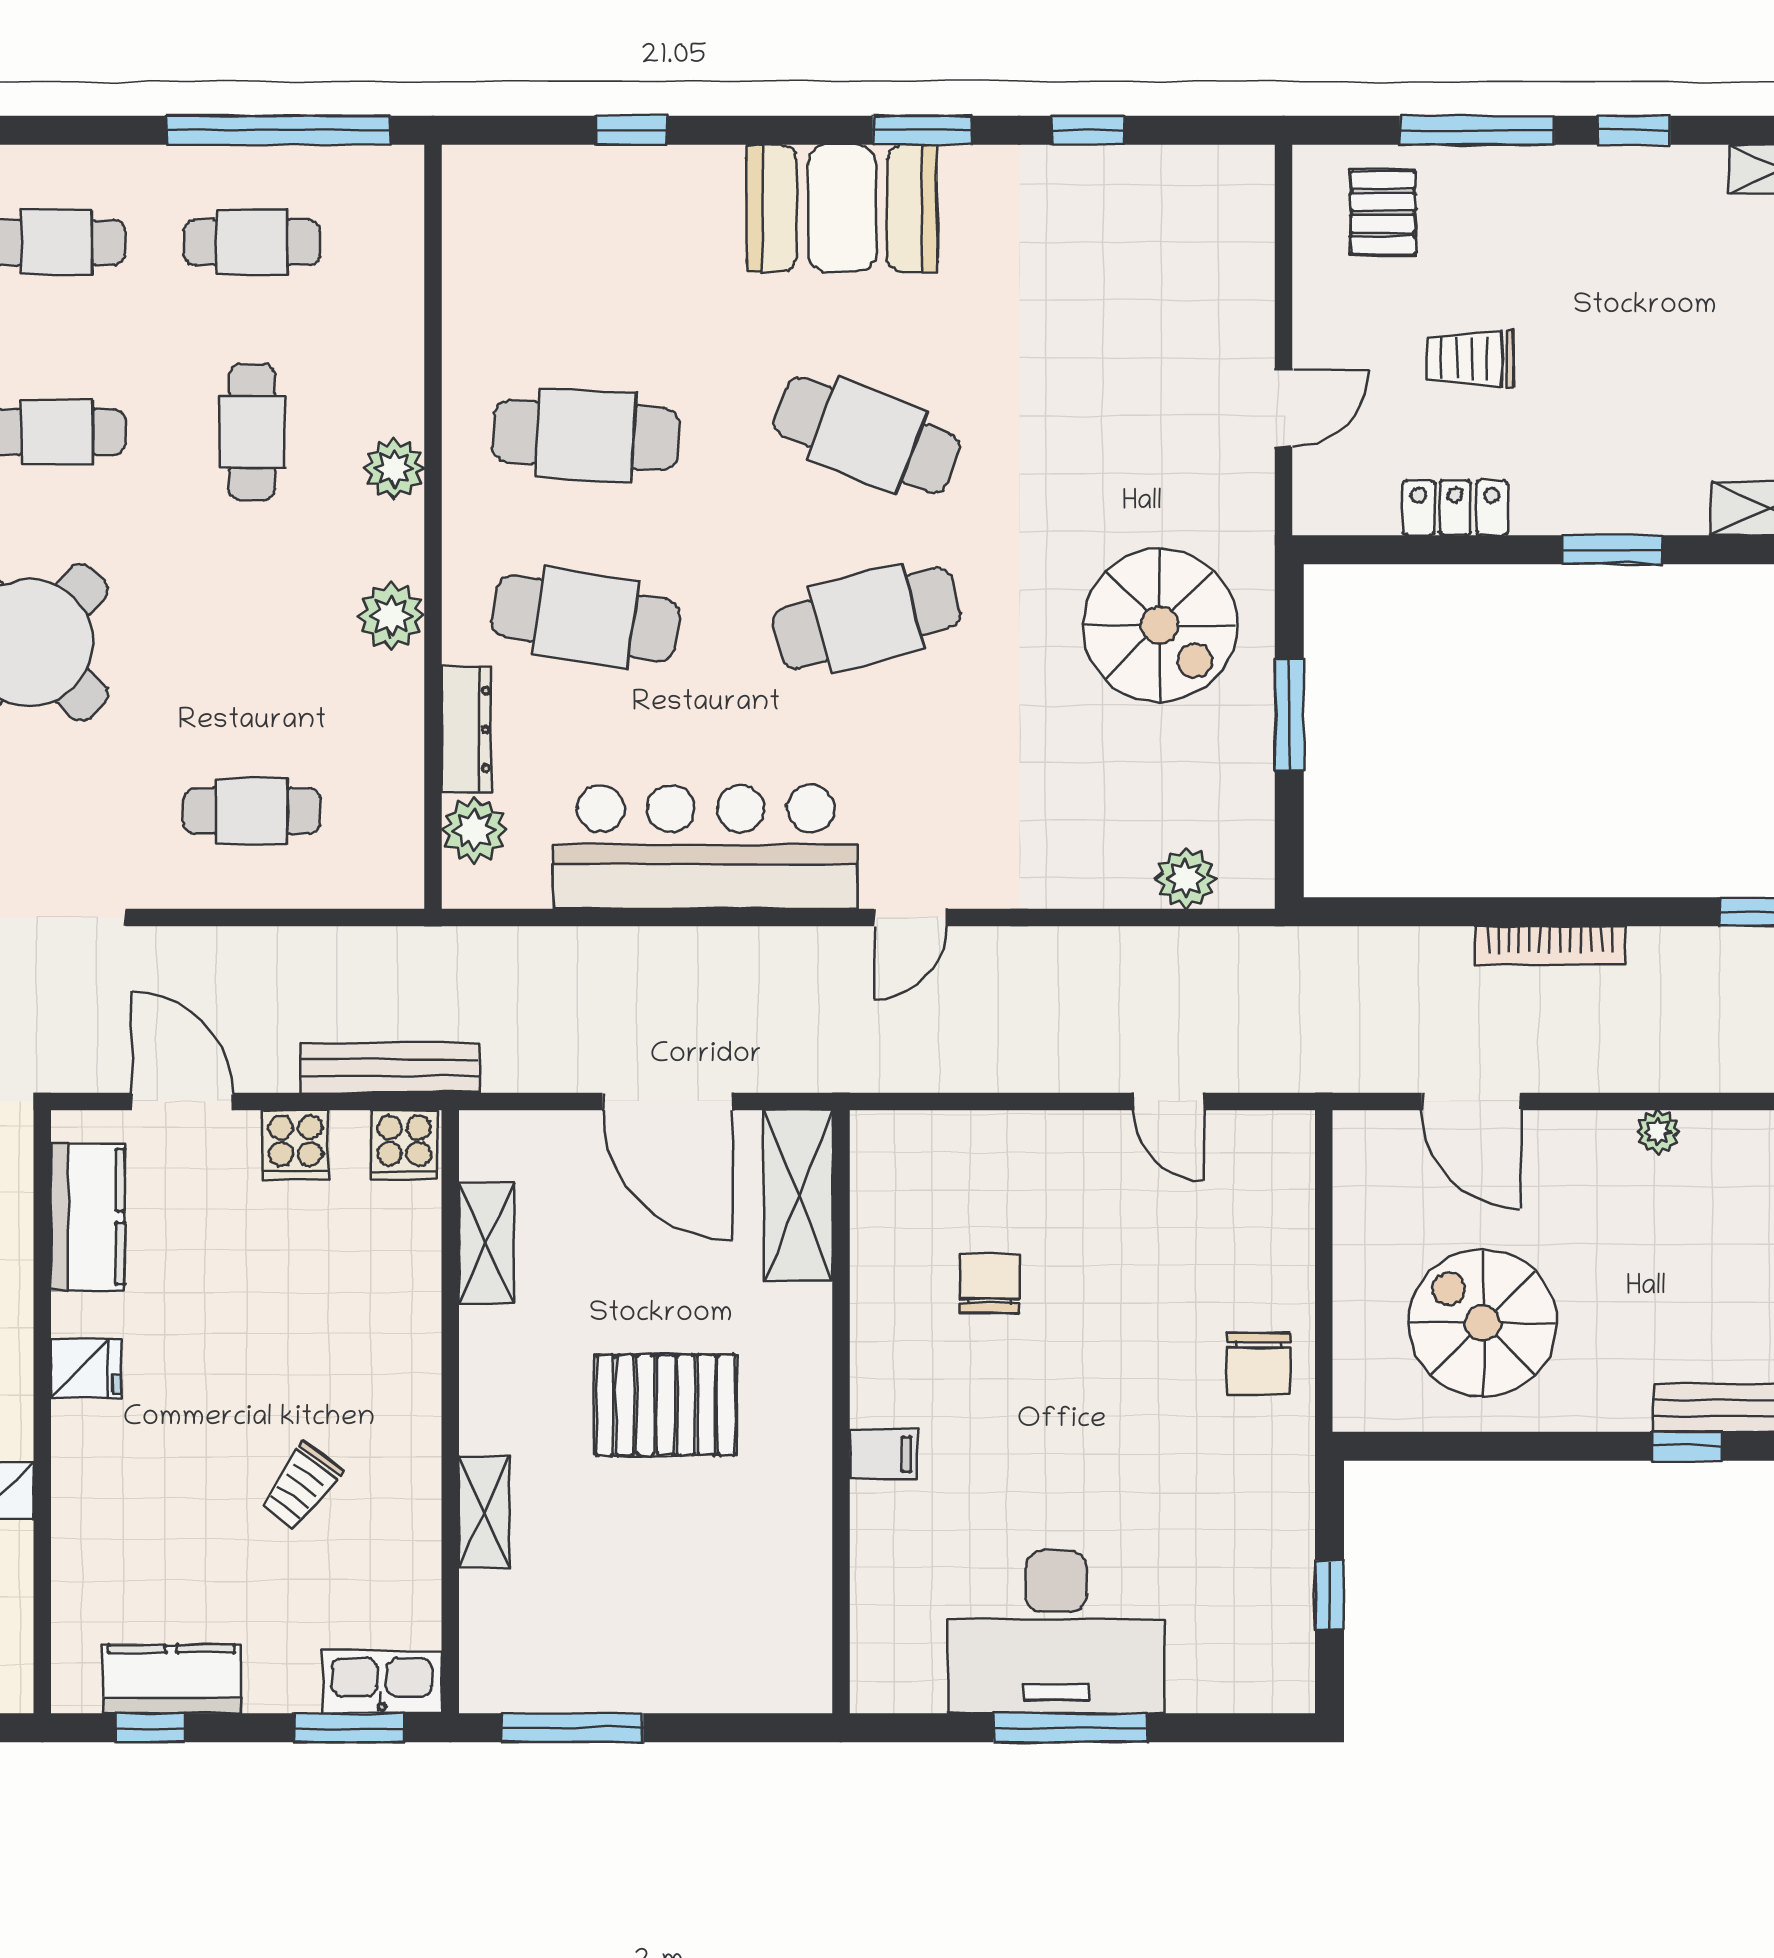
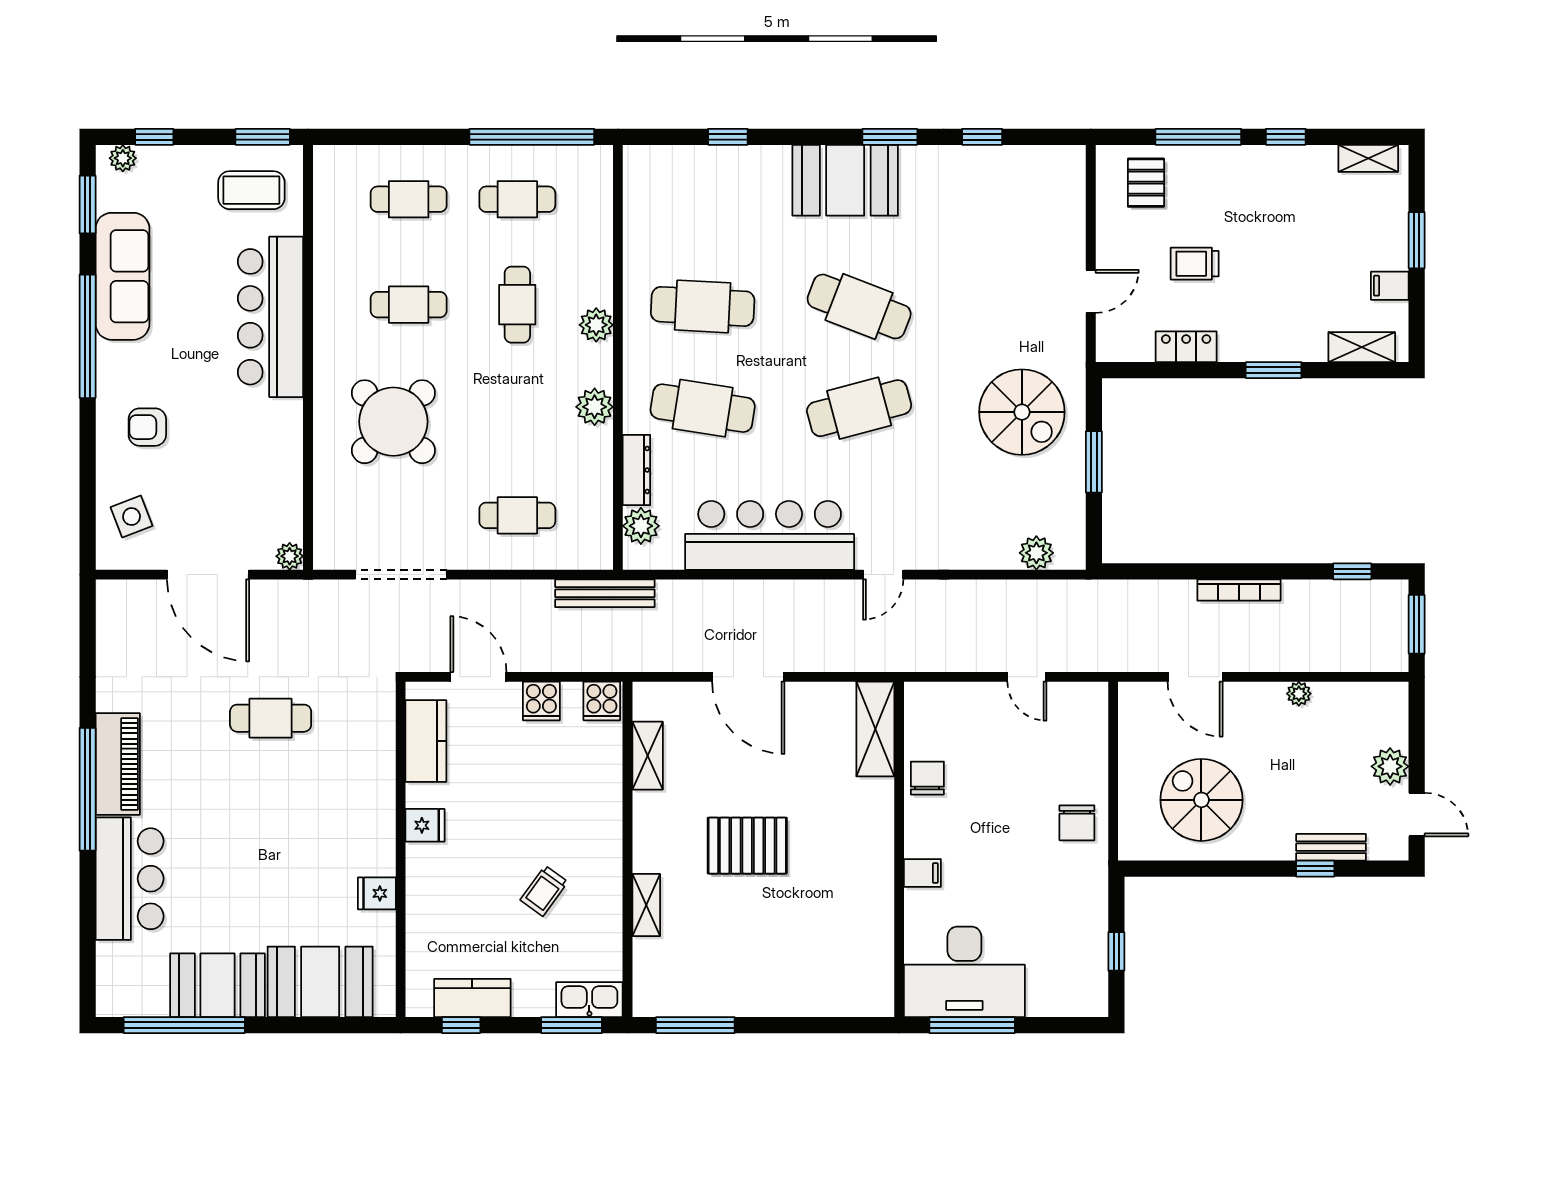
bench: (390, 1068) -> (605, 593), moved
shelving: (798, 1195) -> (875, 729), moved
wall: (841, 1412) -> (899, 849), moved
filing cabinet: (883, 1454) -> (922, 873), moved

